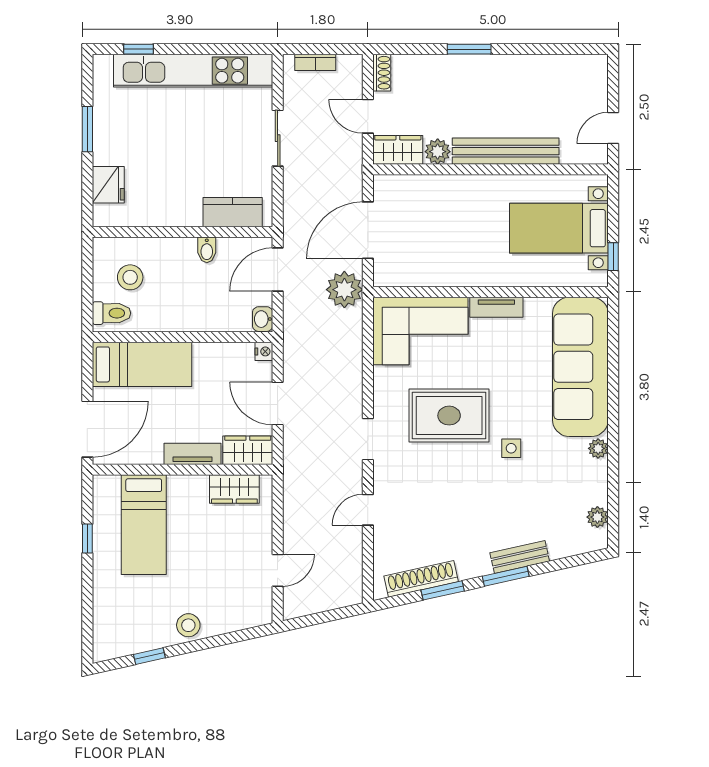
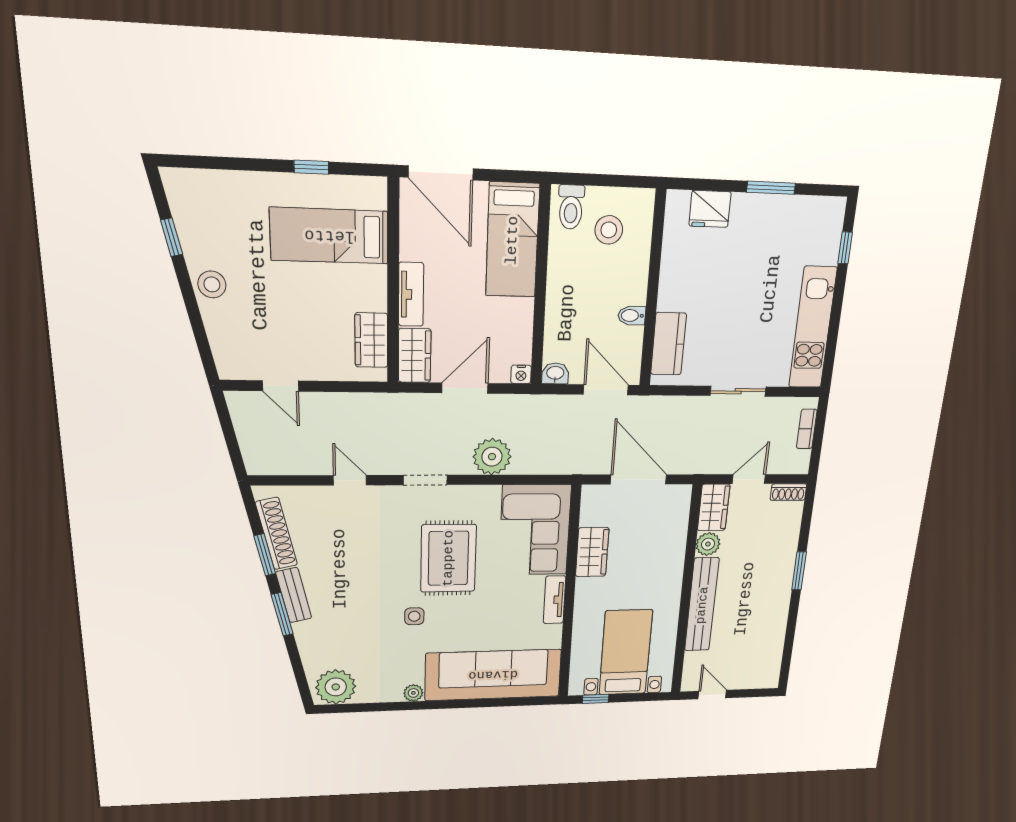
kitchen unit: (193, 71) -> (813, 328), width x0.73
wardrobe: (445, 272) -> (592, 552), added
plant: (344, 290) -> (492, 457), moved
plant: (597, 517) -> (336, 687), width x1.88, depth x1.88
bench: (520, 557) -> (294, 595), moved

